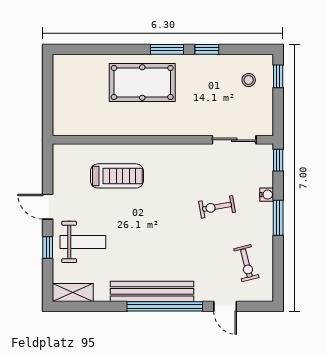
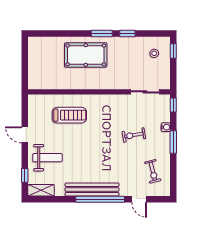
window: (48, 247) -> (25, 175), moved

